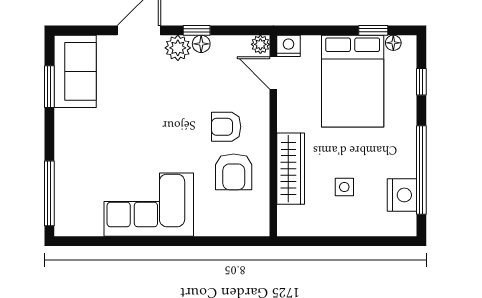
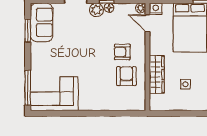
armchair: (234, 172) -> (126, 76), turned 180
corner sofa: (149, 205) -> (54, 94), moved

